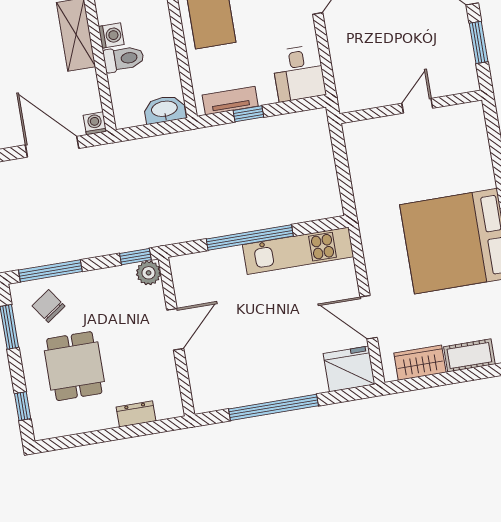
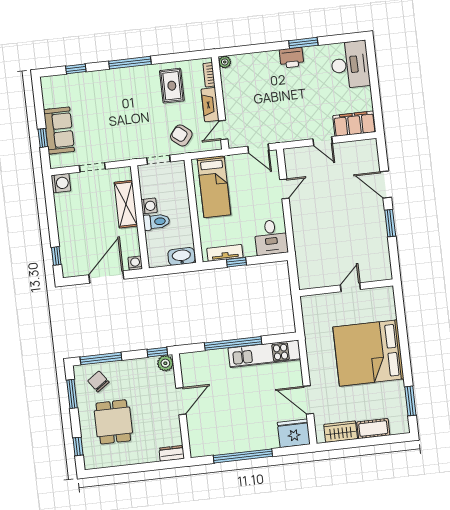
door: (417, 106) -> (350, 287), moved
wall: (411, 107) -> (346, 288), moved
door: (52, 147) -> (106, 277), hinge flipped
dresser: (136, 414) -> (172, 453), moved

